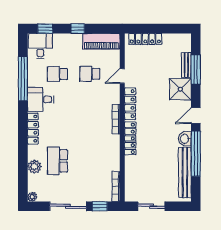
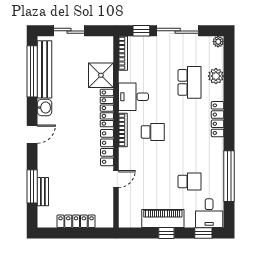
locker: (145, 39) -> (76, 221), moved
piano: (101, 41) -> (163, 219), moved
school desk: (90, 74) -> (153, 132), moved
shower: (180, 89) -> (101, 75), moved
desk: (41, 99) -> (133, 97), moved, turned 180
window: (196, 154) -> (32, 71), moved
sliding door: (151, 206) -> (69, 31), moved

